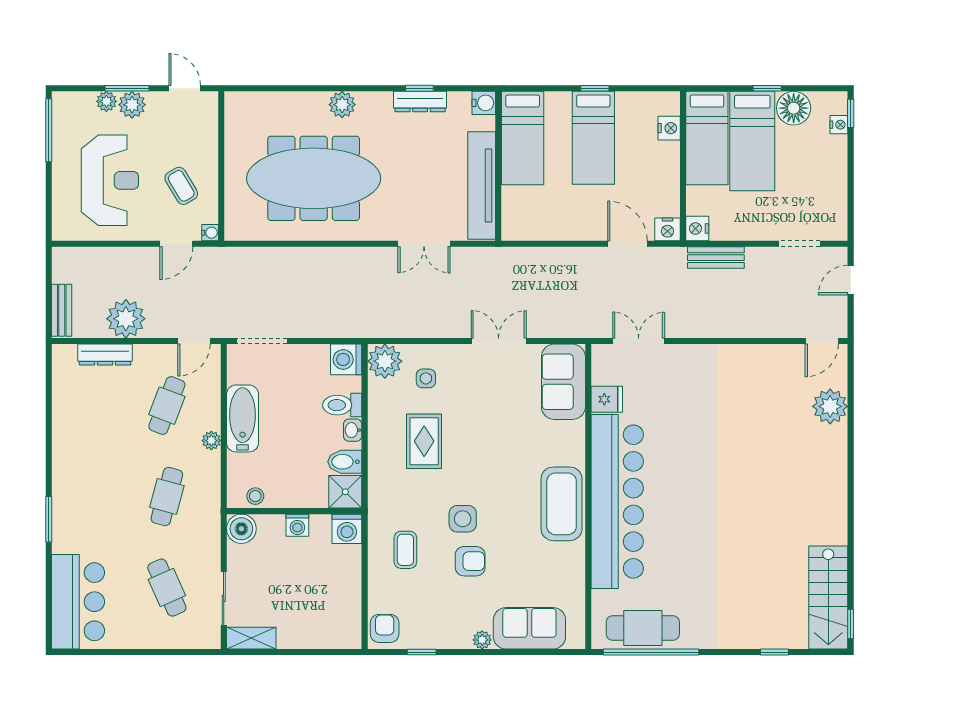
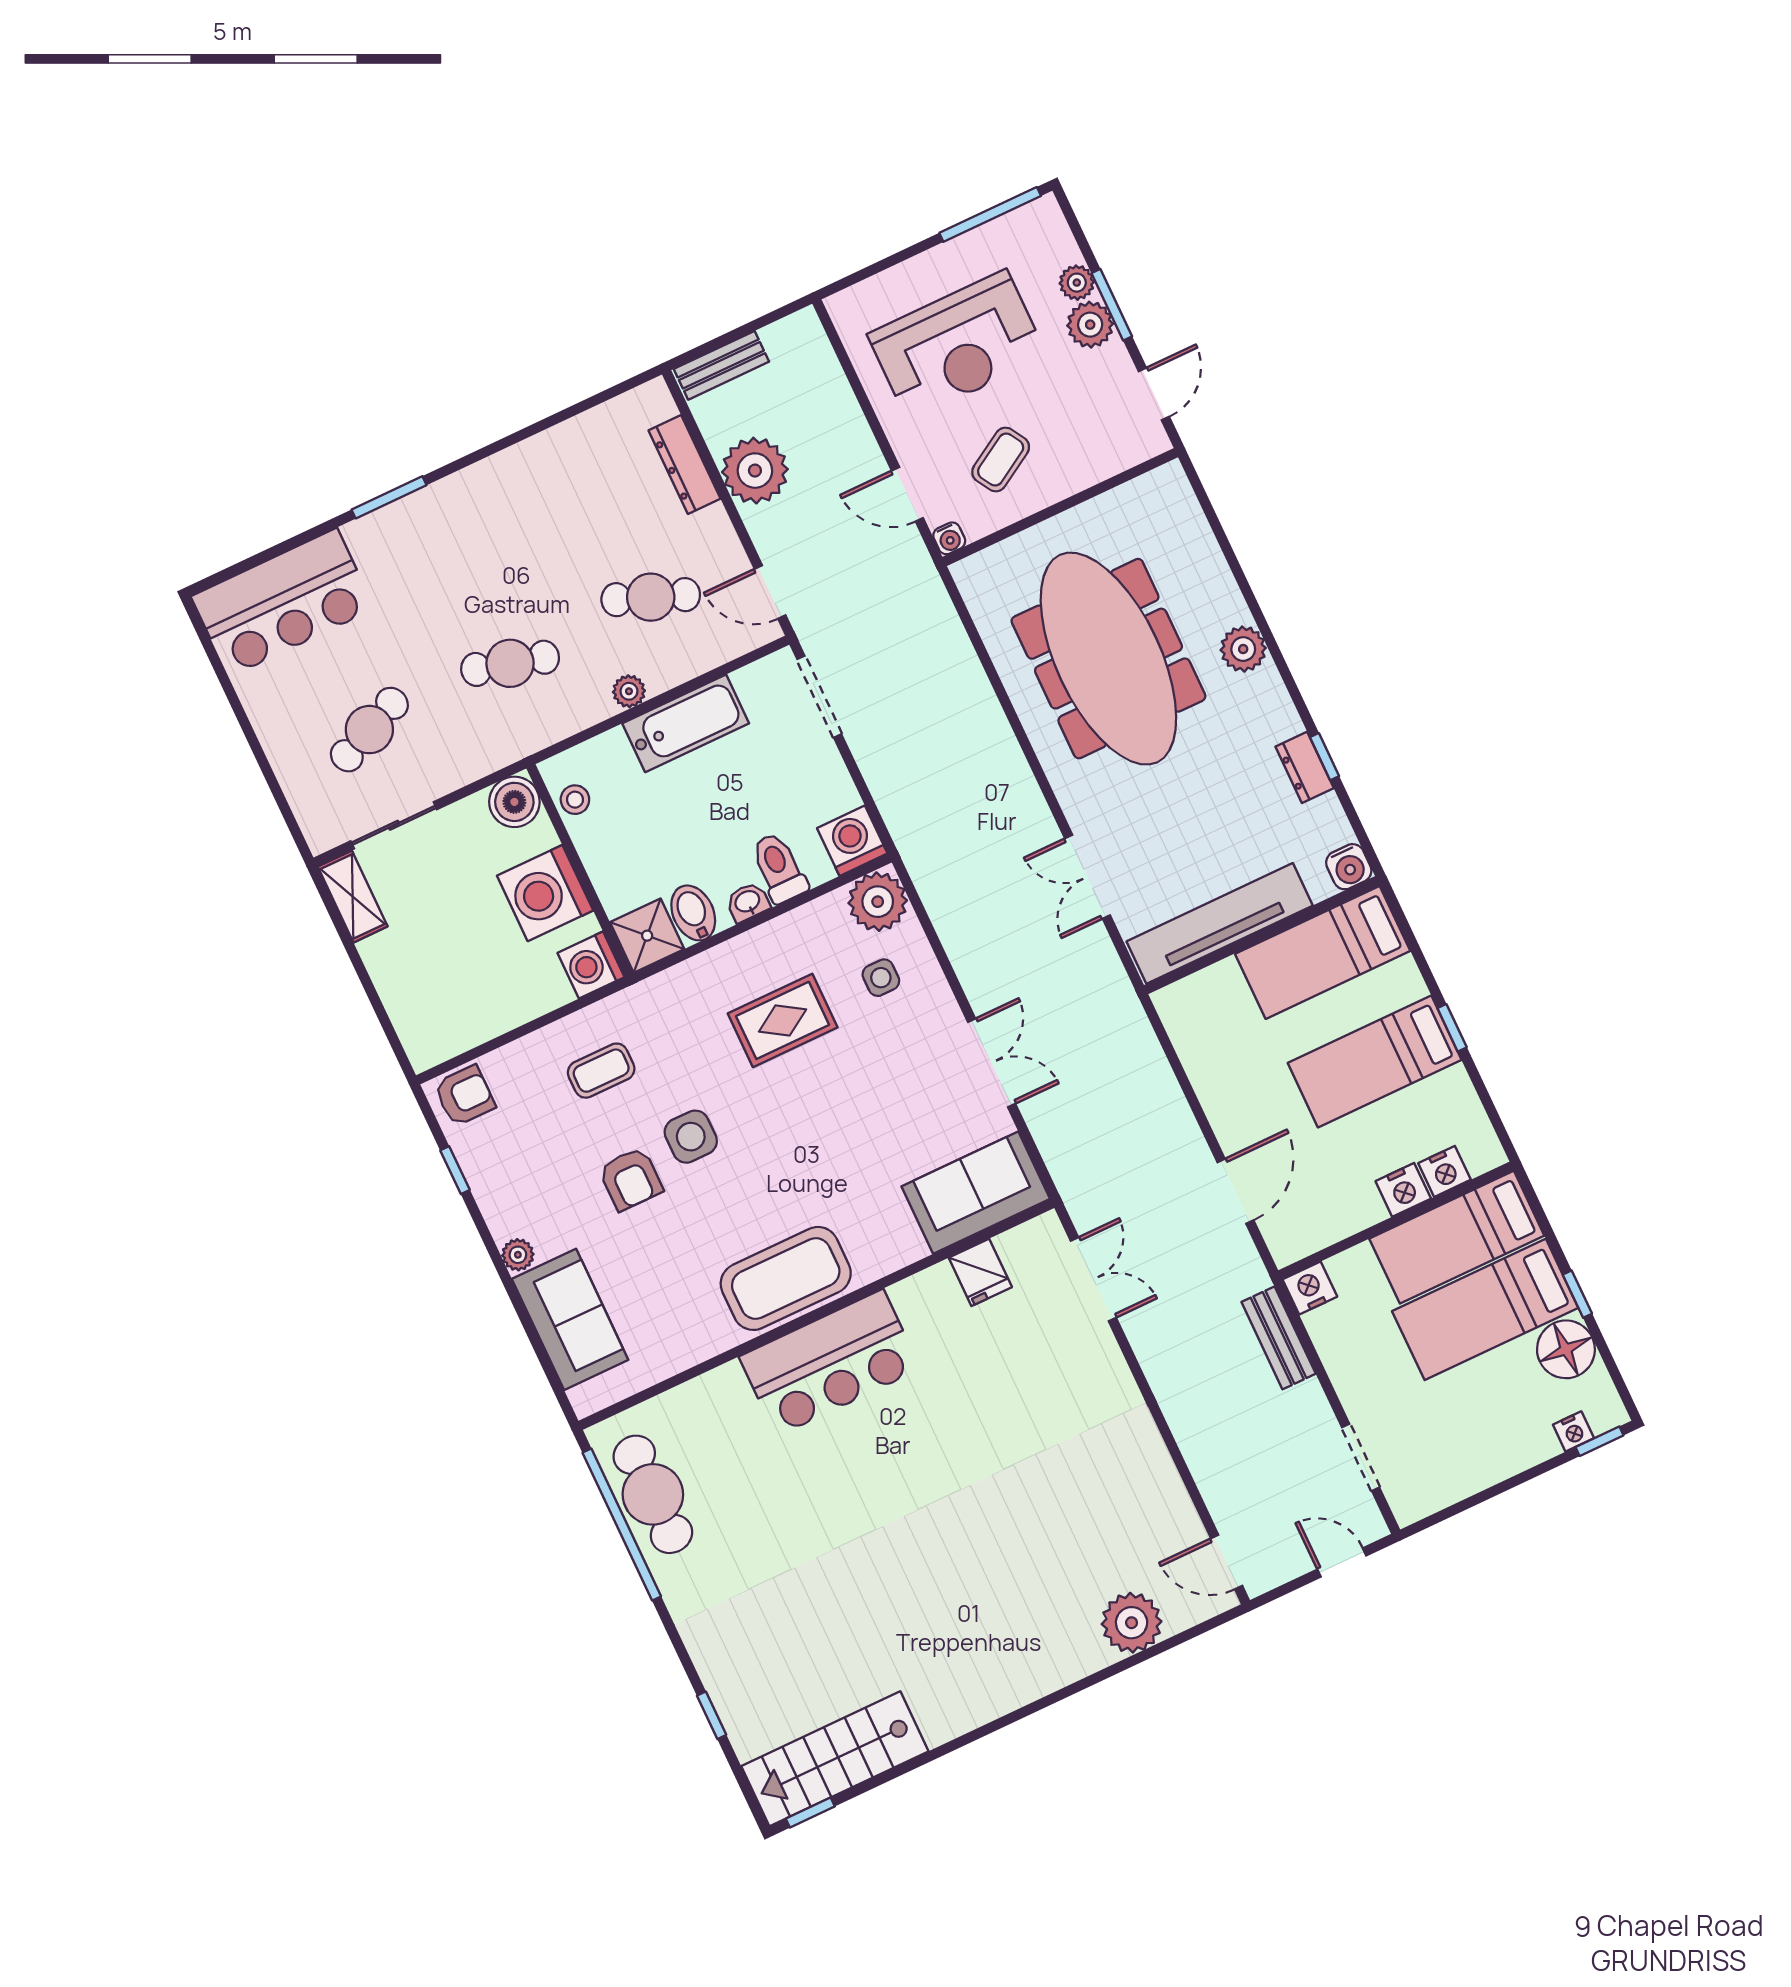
dresser: (420, 102) -> (1305, 767), width x0.70
nightstand: (667, 229) -> (1403, 1190), moved, turned -90
bar counter: (617, 502) -> (830, 1363), width x0.54
washing machine: (297, 525) -> (545, 893), width x1.89, depth x1.89

